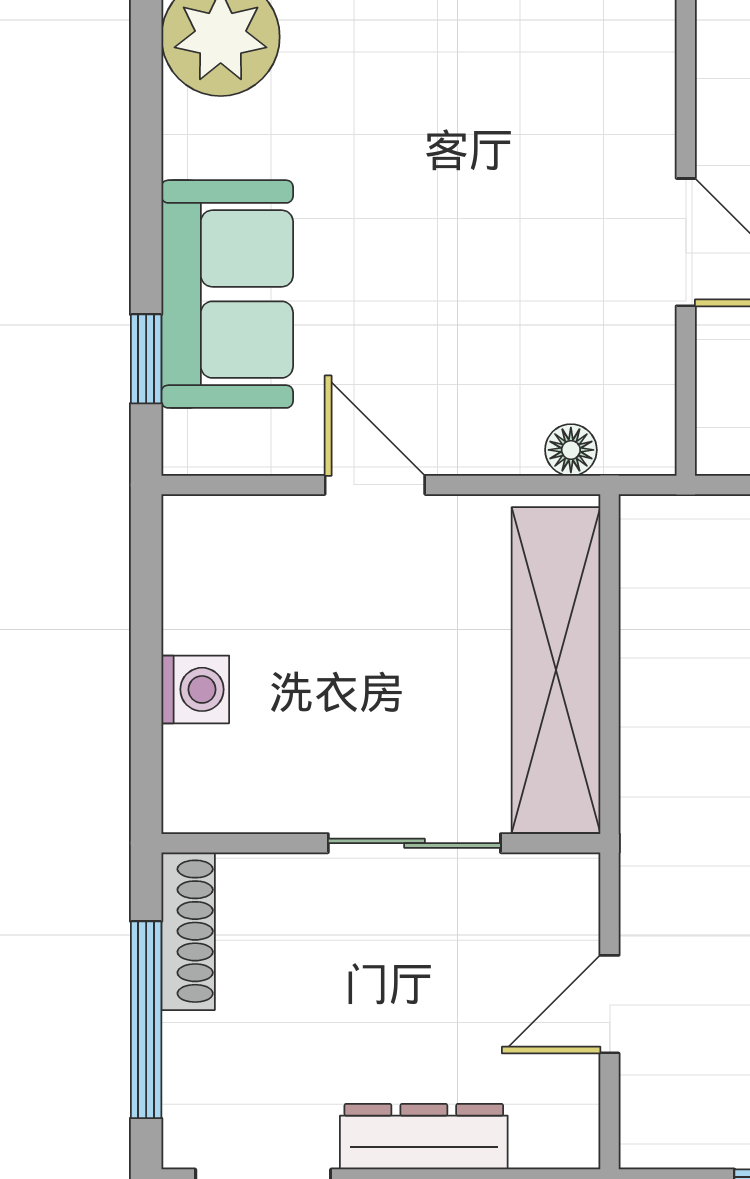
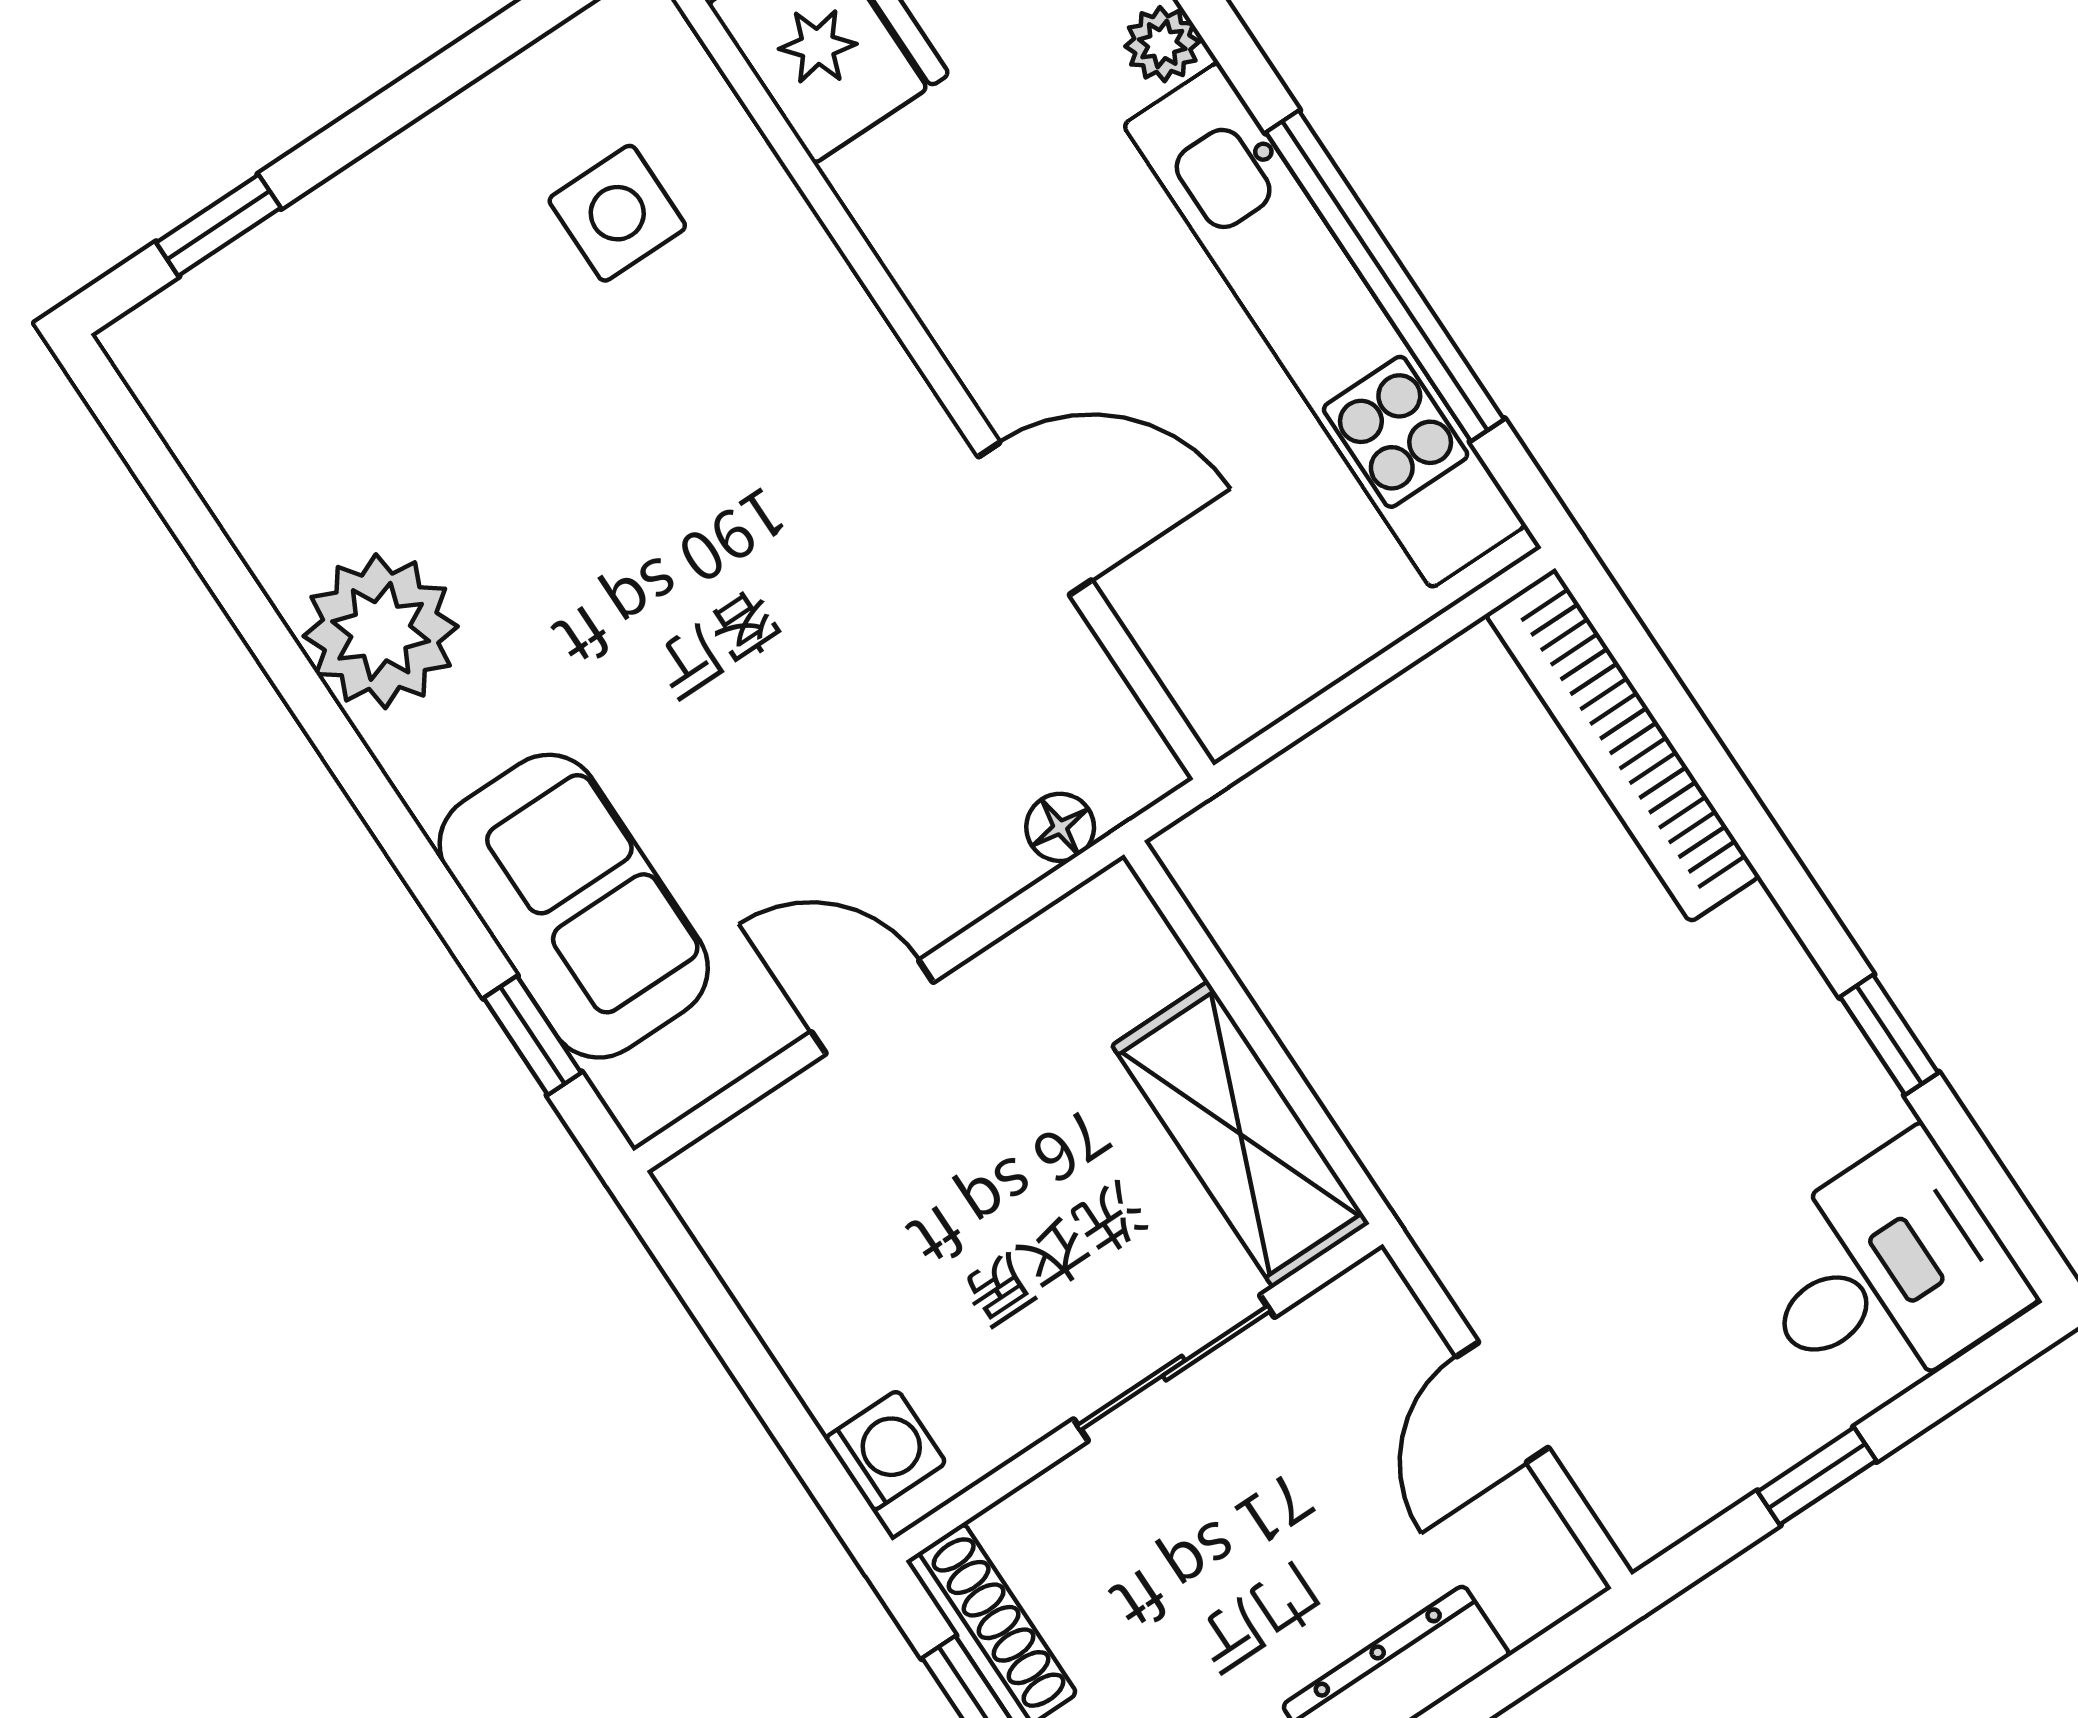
shelving: (556, 670) -> (1240, 1134), width x0.68
washing machine: (195, 689) -> (885, 1451), moved

